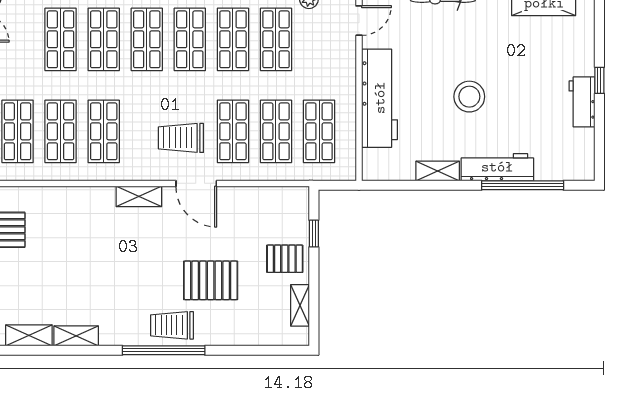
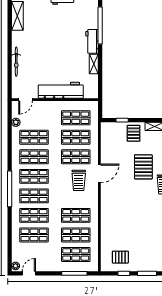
door: (359, 21) -> (25, 100), swing flipped
stool: (469, 97) -> (60, 50), removed
workbench: (497, 167) -> (92, 41), width x0.73
shelving: (139, 196) -> (105, 199), removed

